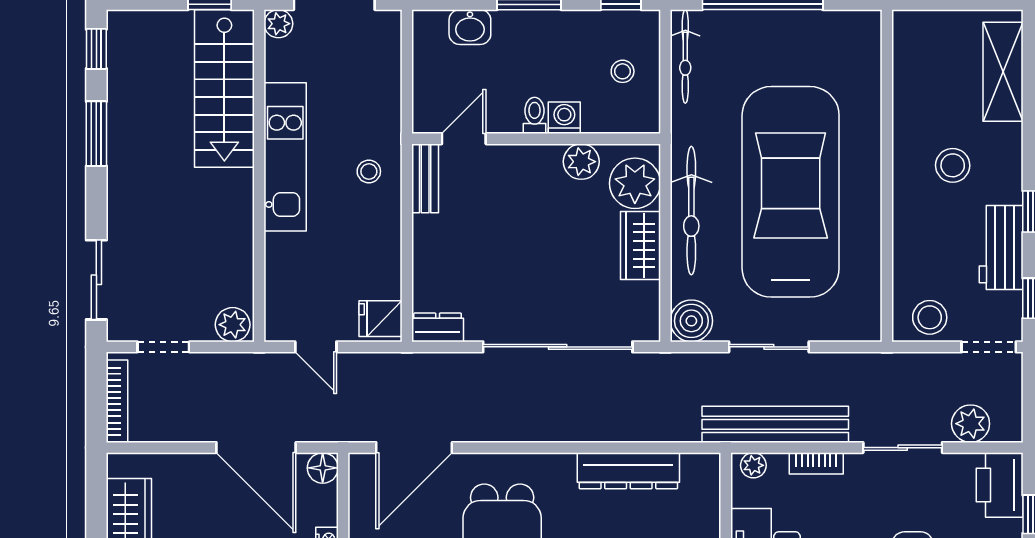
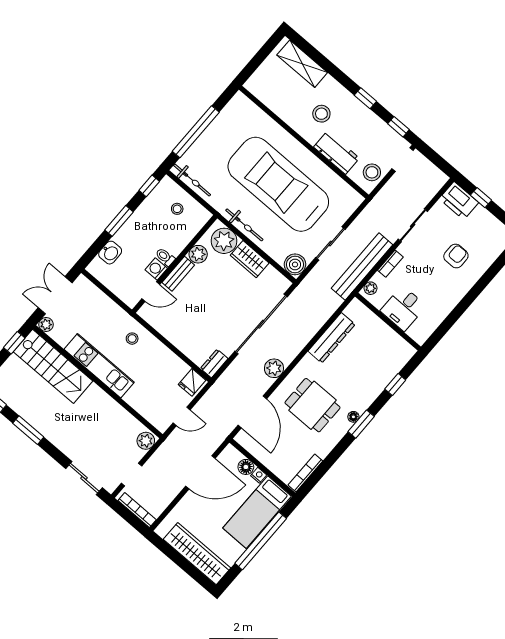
washing machine: (564, 118) -> (156, 269), moved
door: (464, 139) -> (151, 292), swing flipped
bench: (425, 178) -> (178, 274), moved, turned 90
bicycle: (691, 211) -> (244, 225), width x0.73, depth x0.71
workbench: (1001, 247) -> (337, 153), moved, turned 180
plant: (971, 424) -> (274, 368), moved
floor lamp: (323, 468) -> (246, 467), moved

